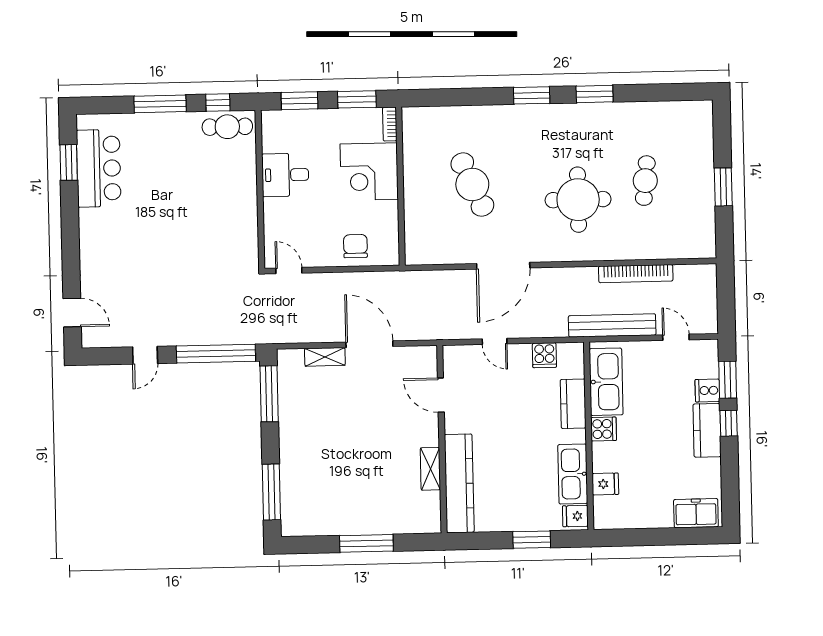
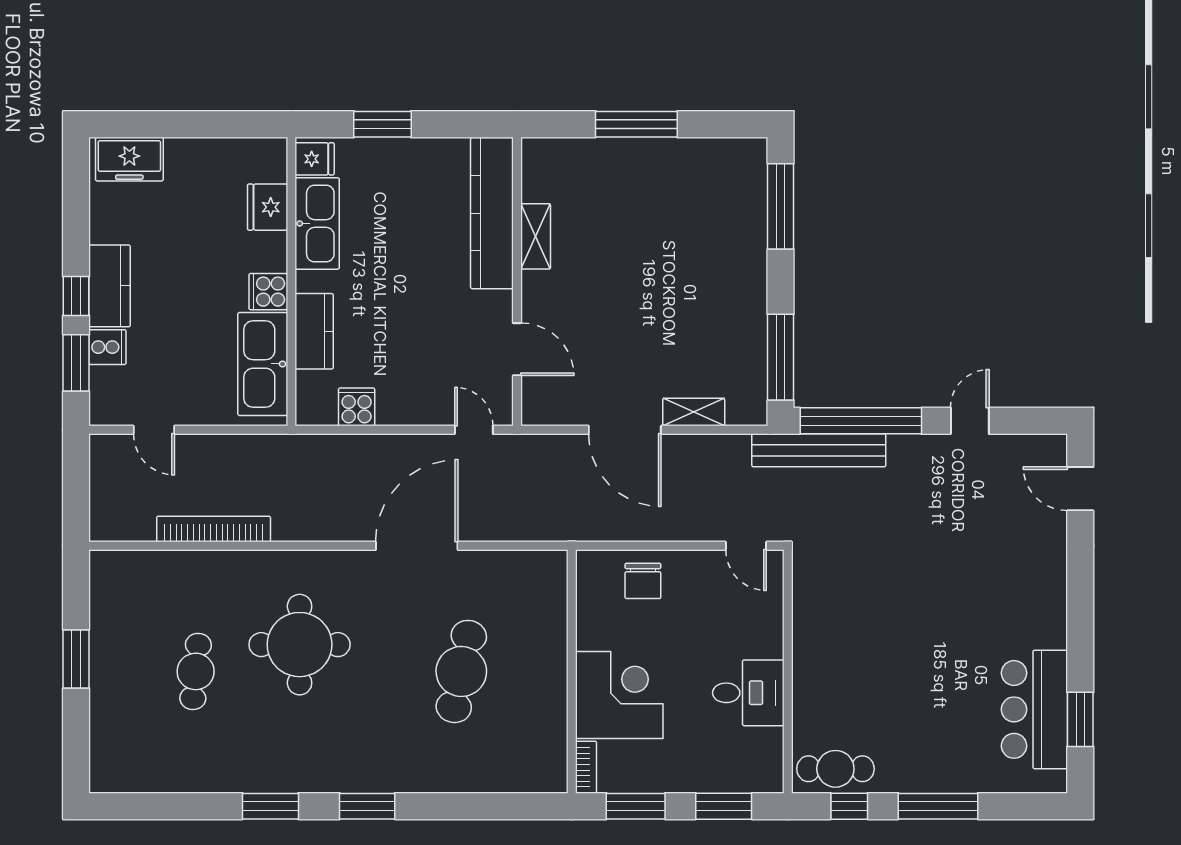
cafe table: (472, 185) -> (461, 671), turned 36
bench: (612, 325) -> (819, 450), moved
door: (495, 341) -> (474, 430), moved
fridge: (605, 484) -> (268, 207), width x1.38

